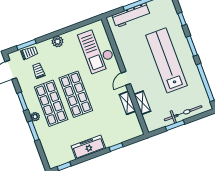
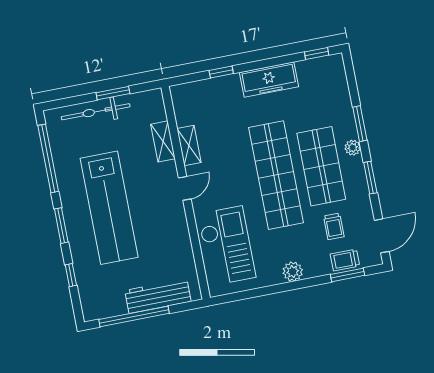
shop shelf: (76, 94) -> (276, 175), width x1.40

